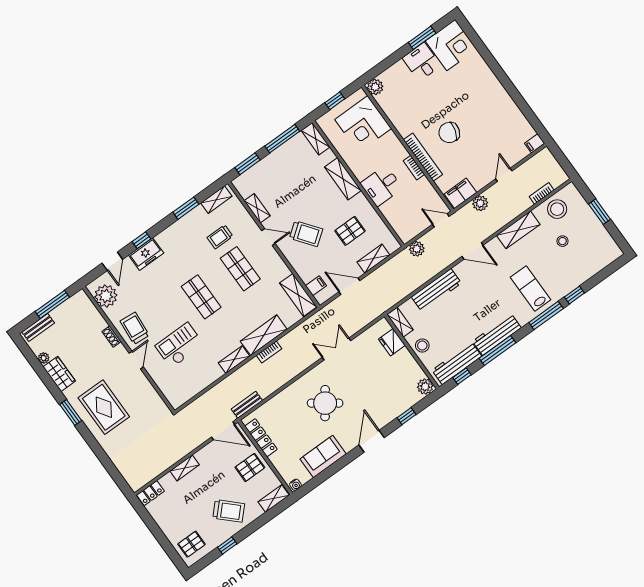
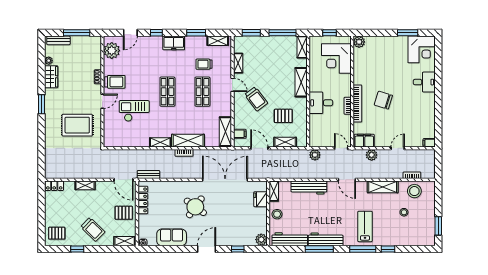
desk: (422, 62) -> (424, 82), moved, turned 90
window: (599, 212) -> (438, 226), moved
freezer: (146, 254) -> (174, 43), moved
trolley: (135, 328) -> (115, 82), turned 85
double door: (337, 349) -> (225, 180), width x1.87
window: (462, 376) -> (287, 249), removed
rug: (104, 407) -> (77, 125), moved, turned 90

